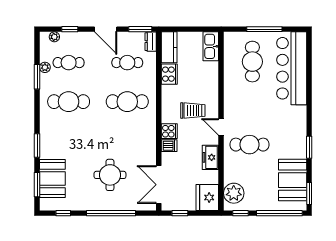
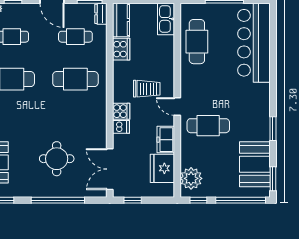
cafe table: (252, 62) -> (197, 42), moved
fridge: (207, 197) -> (162, 168), moved

